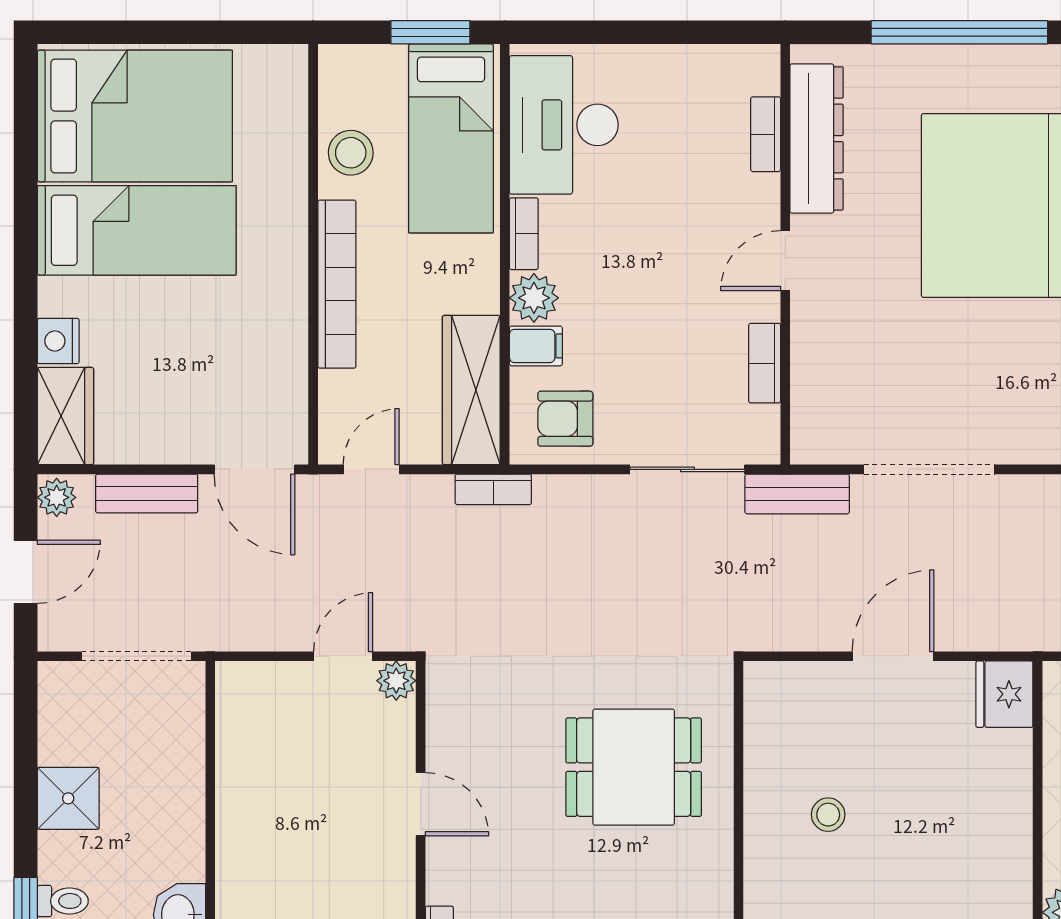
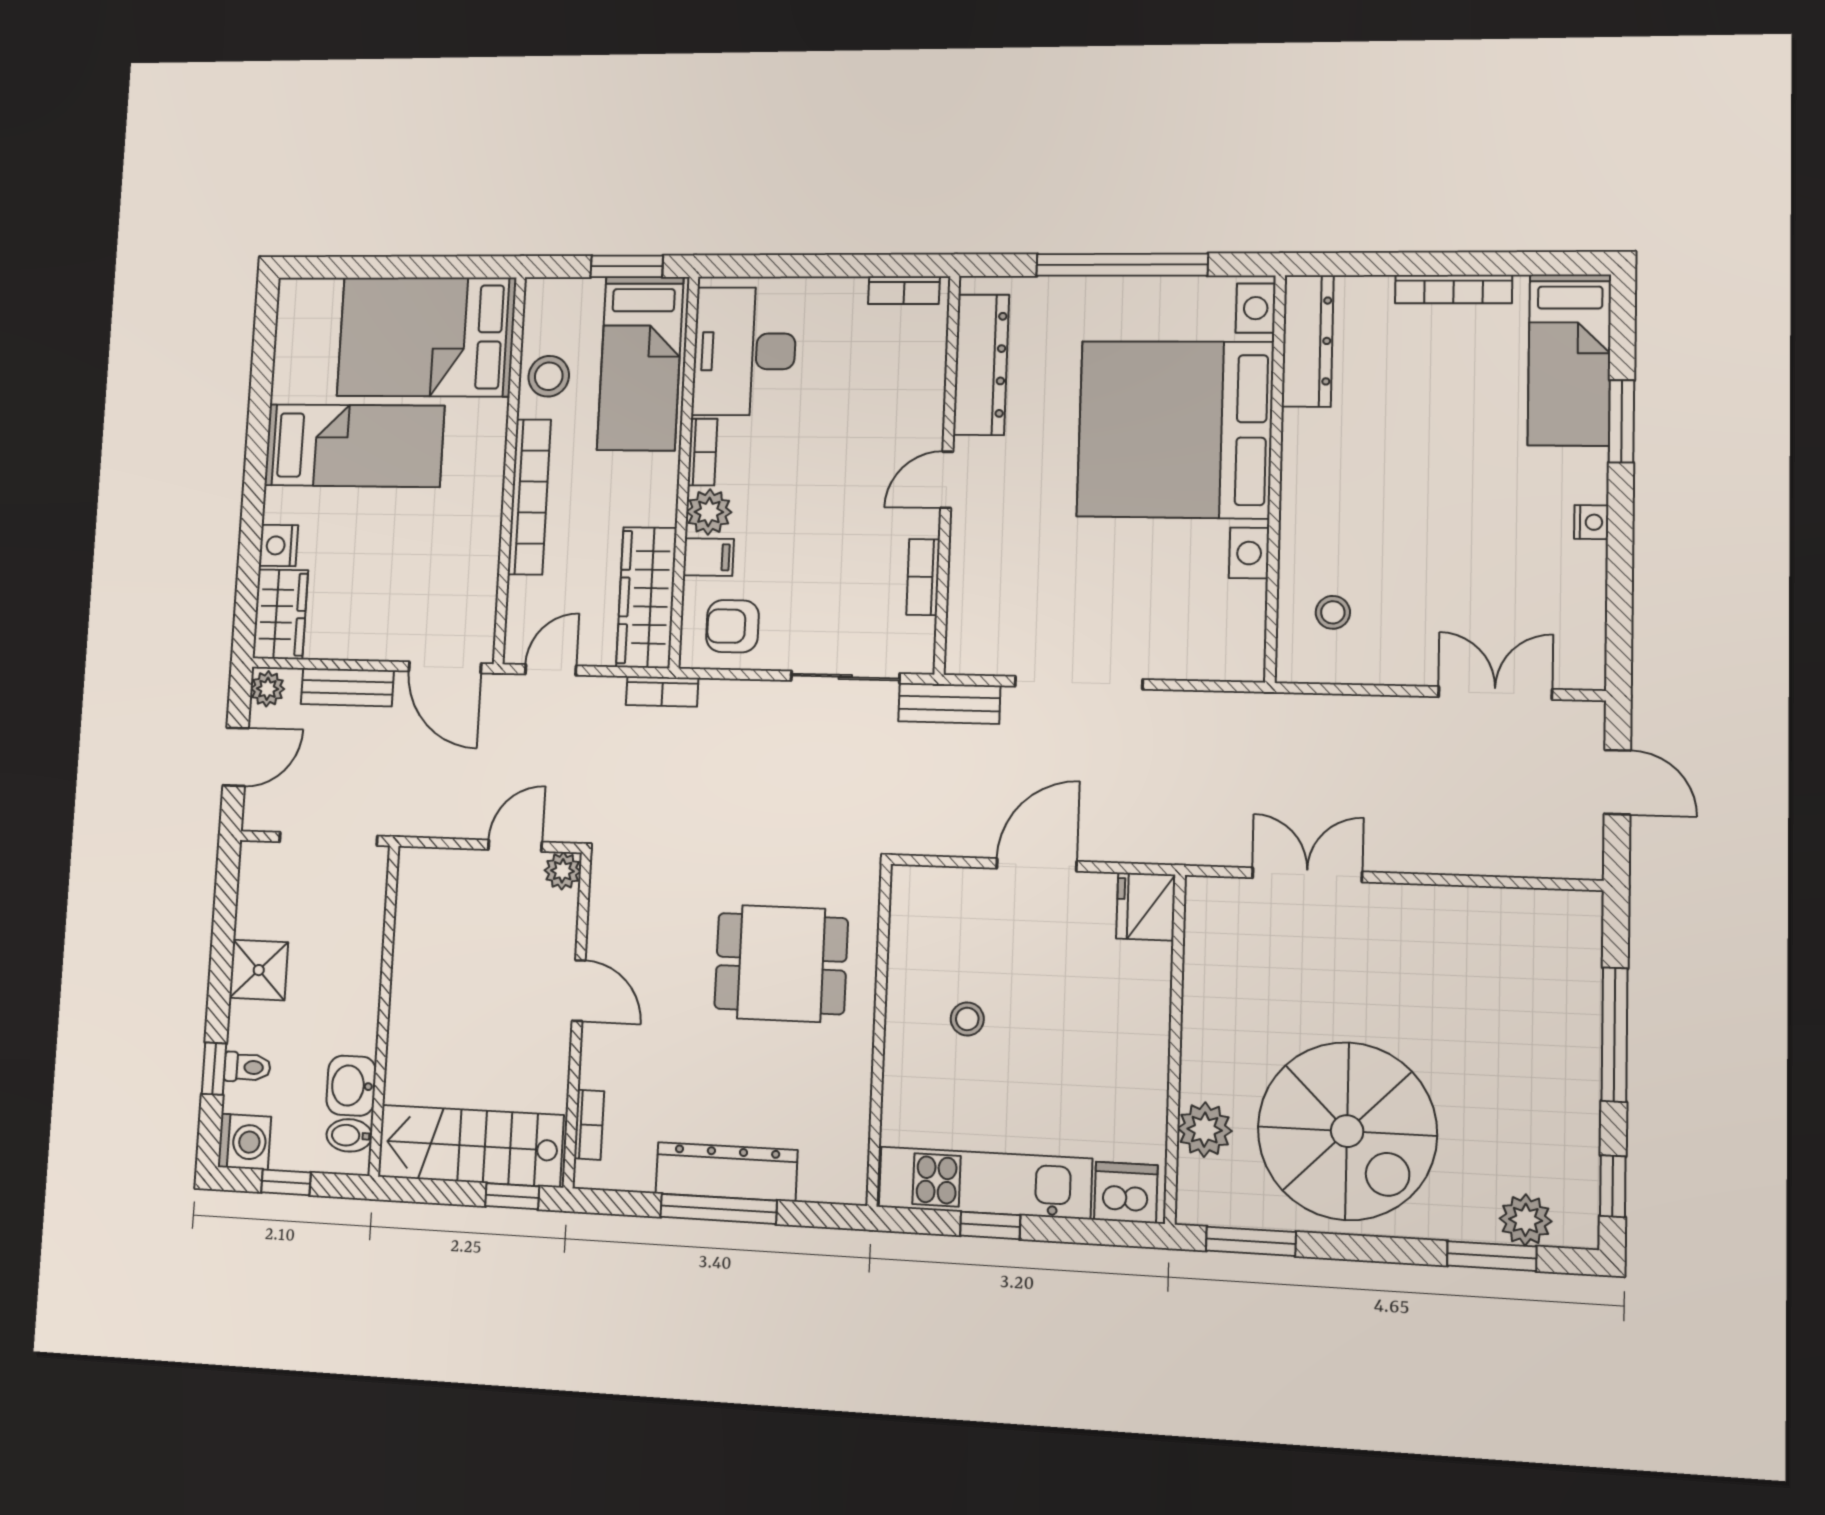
bed: (135, 116) -> (426, 337), moved, turned 180
bookcase: (766, 134) -> (904, 290), moved, turned -90

